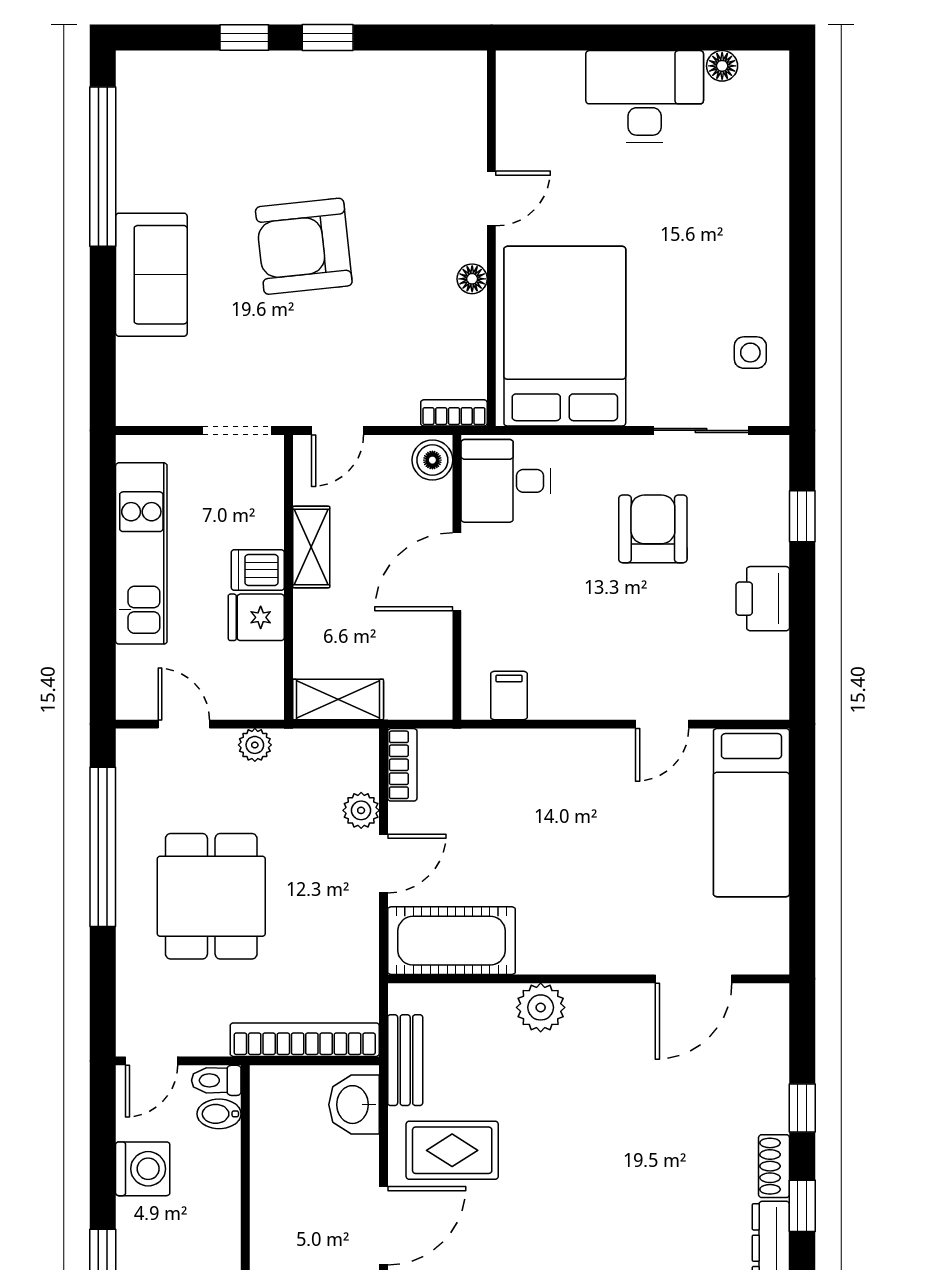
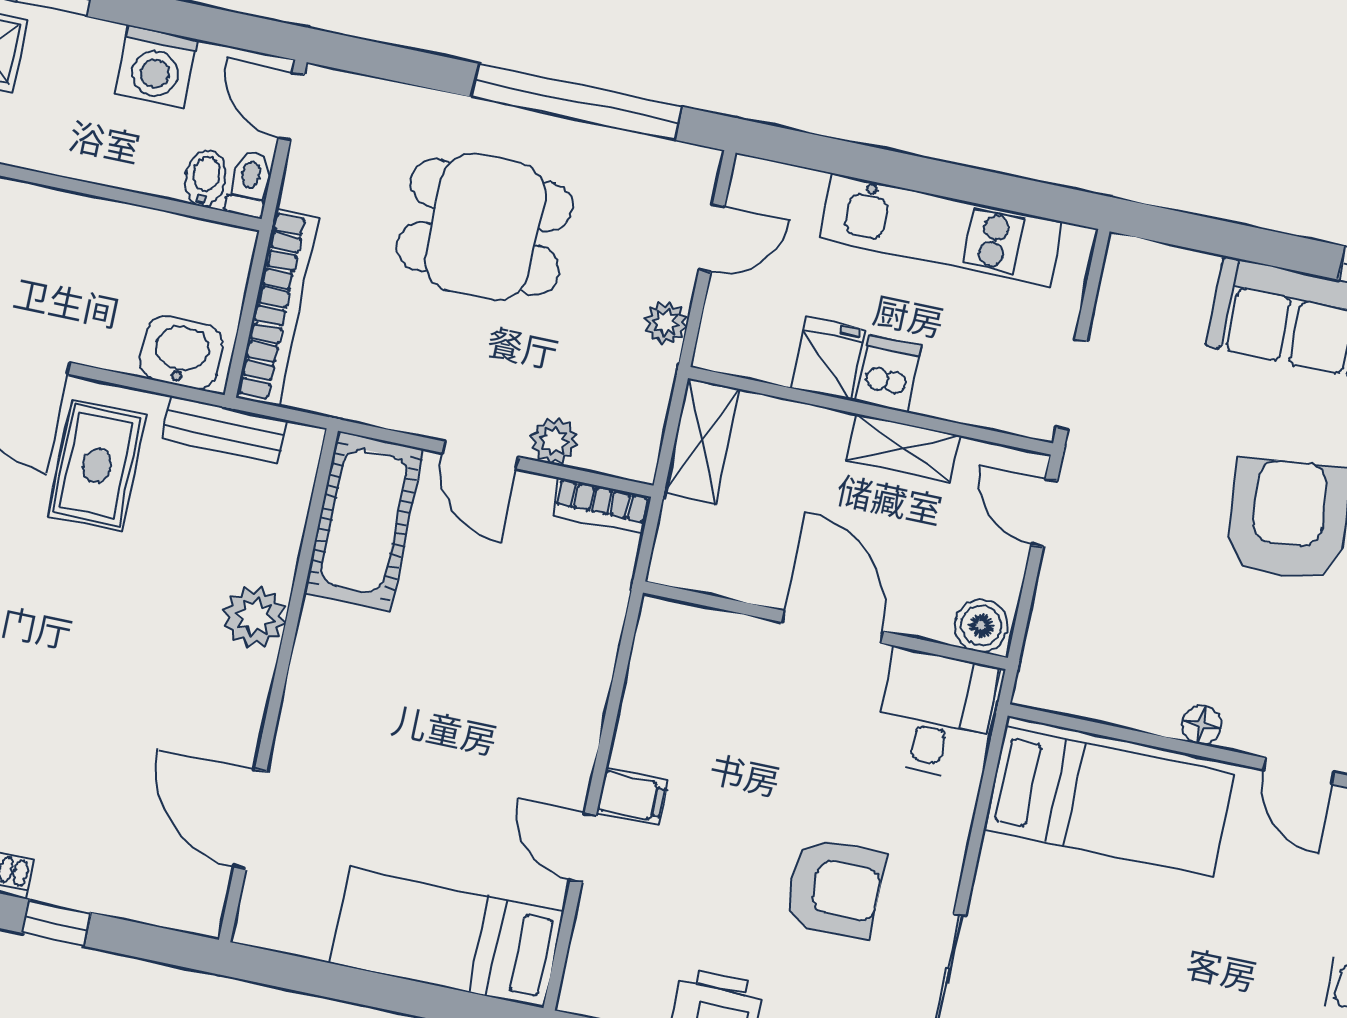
bed: (565, 336) -> (1109, 802), width x0.67
bookcase: (454, 413) -> (1036, 666), removed
filing cabinet: (509, 696) -> (632, 797), moved

